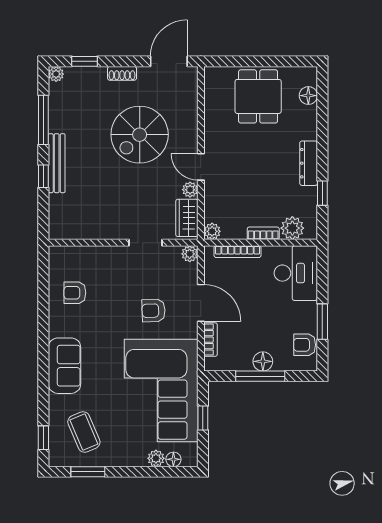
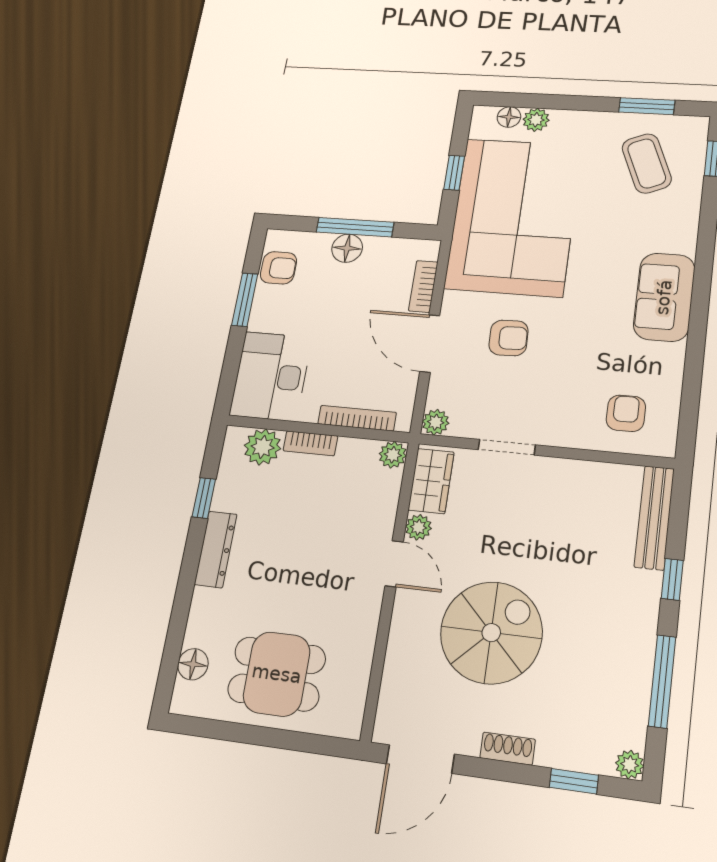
dining table: (258, 96) -> (277, 674), turned 90
bench: (57, 163) -> (654, 518), moved
armchair: (75, 293) -> (626, 413), moved, turned -90
sofa: (64, 366) -> (664, 297), moved

